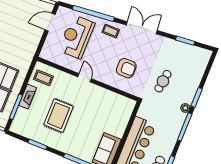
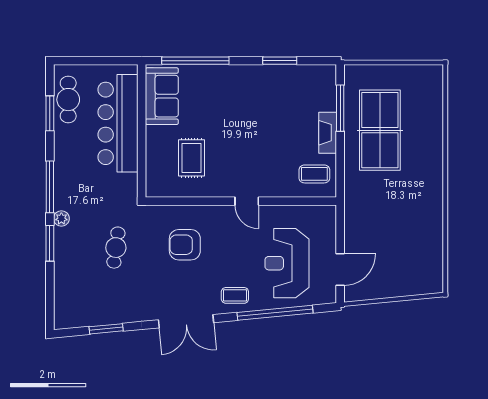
reception desk: (77, 37) -> (287, 263), turned 180
rug: (58, 116) -> (192, 158), moved, width x0.73, depth x0.70

